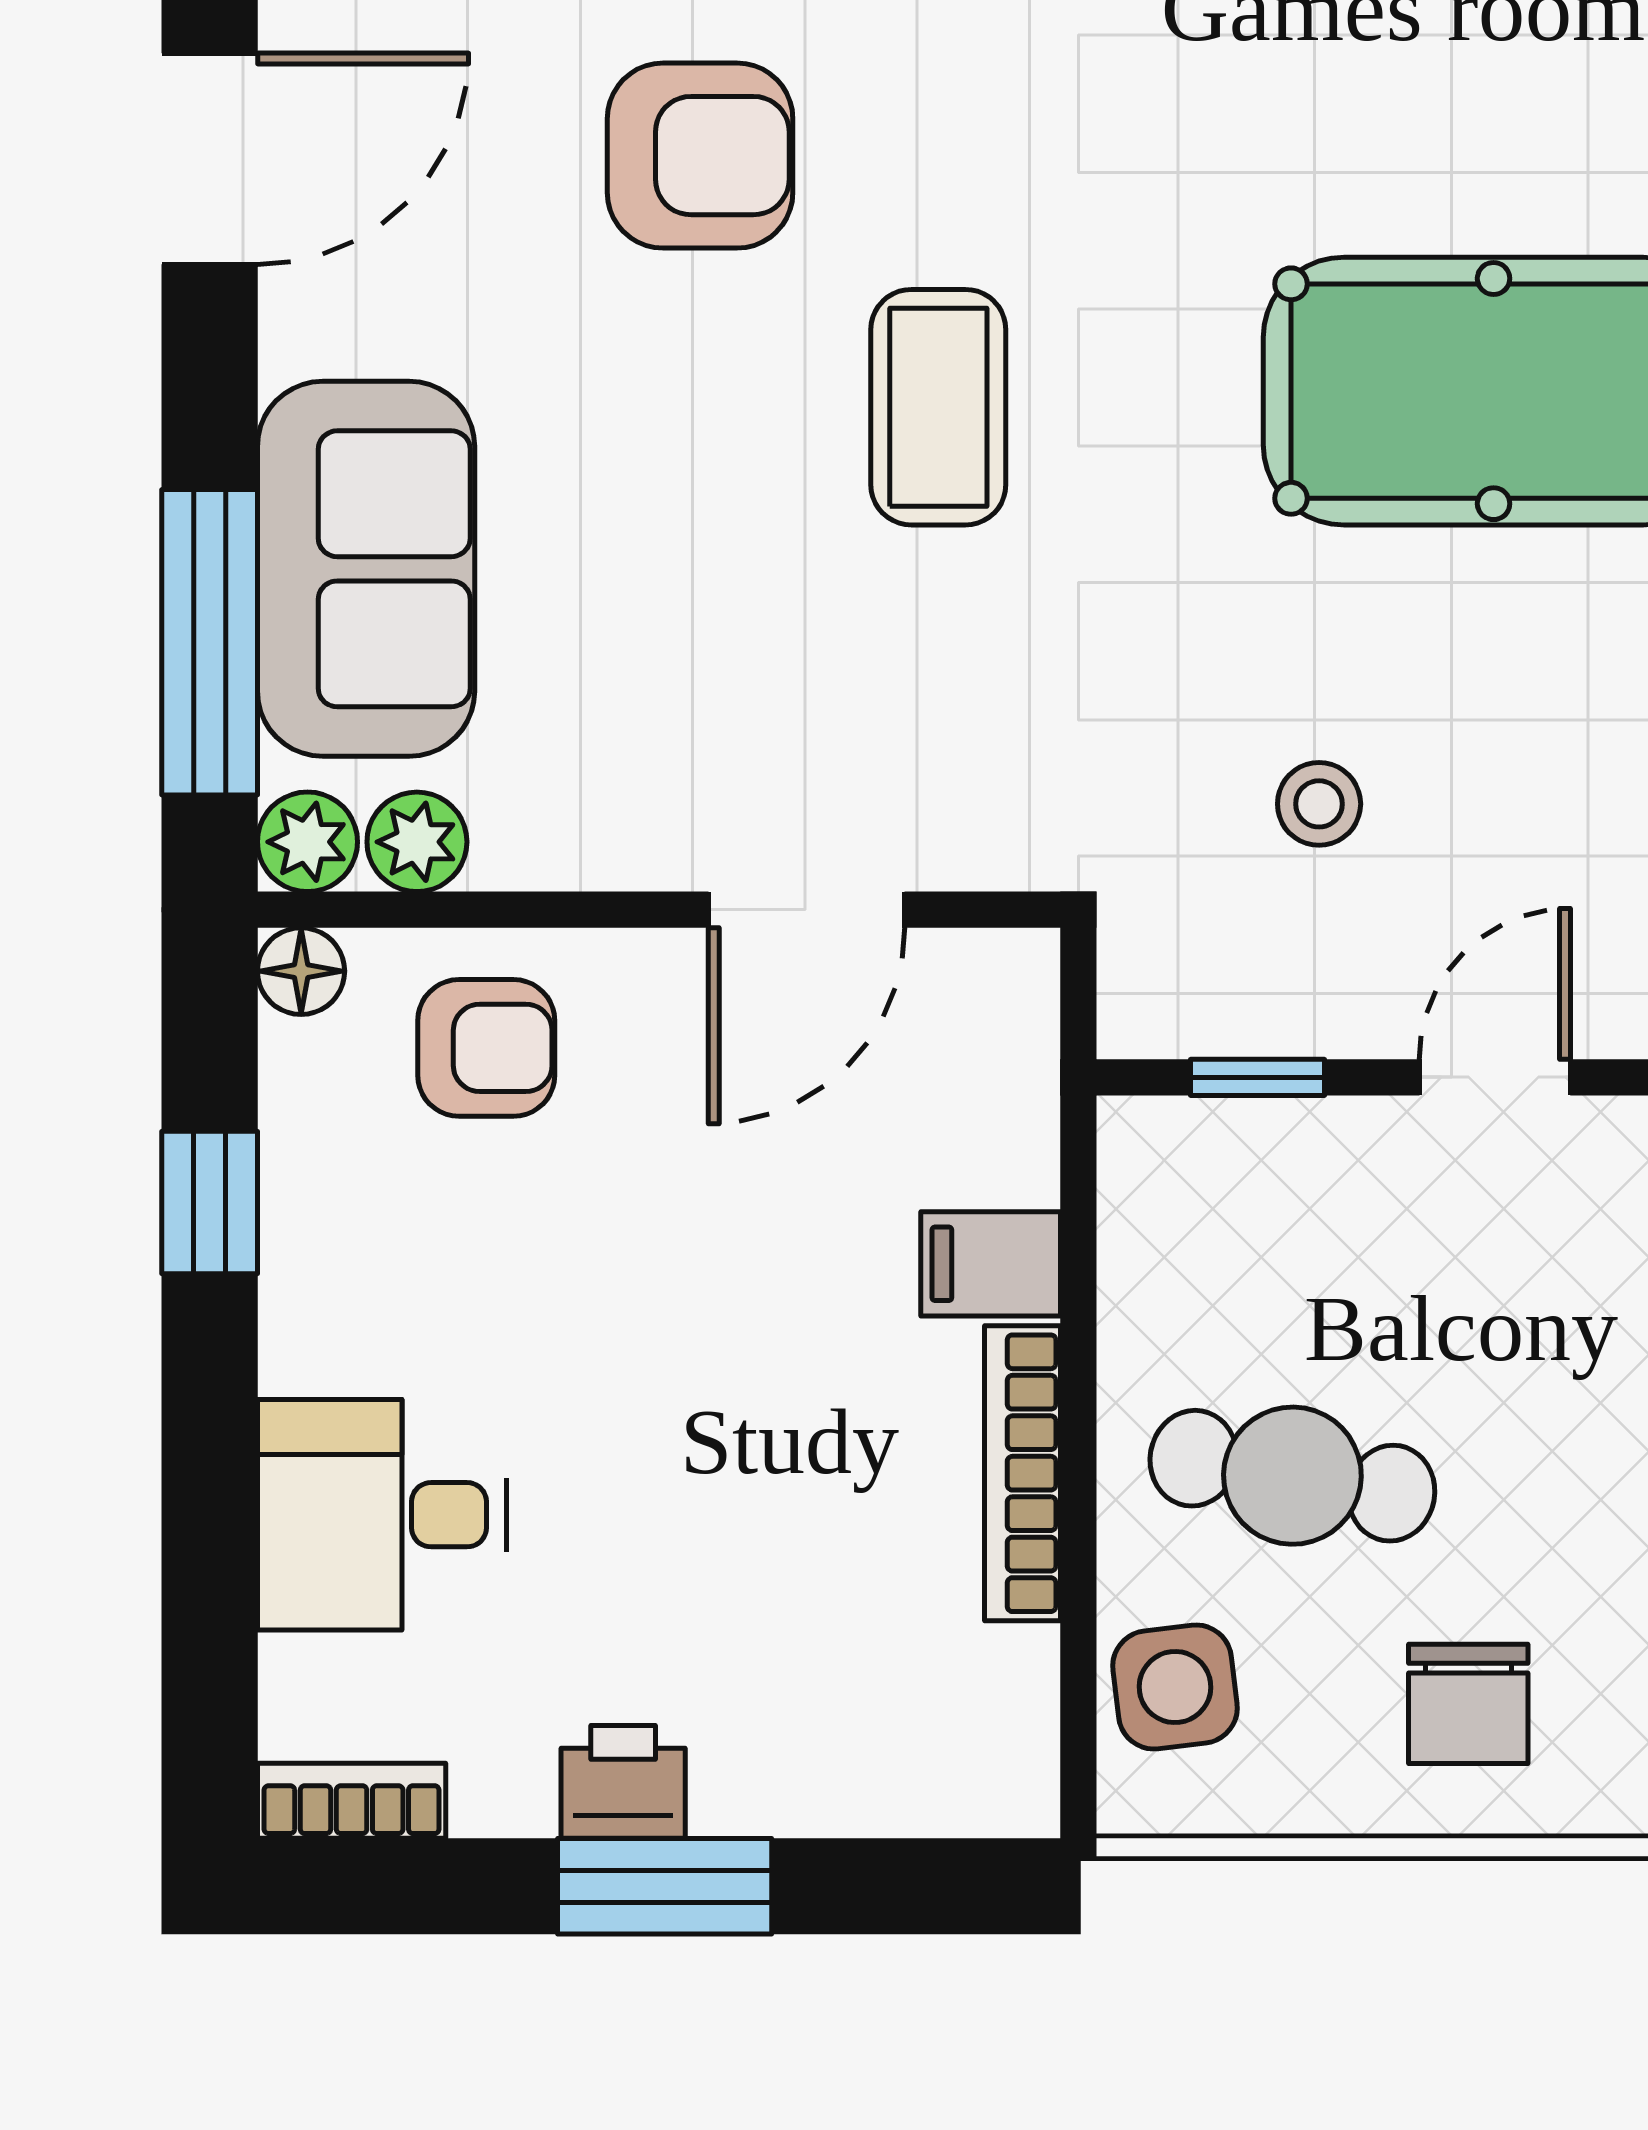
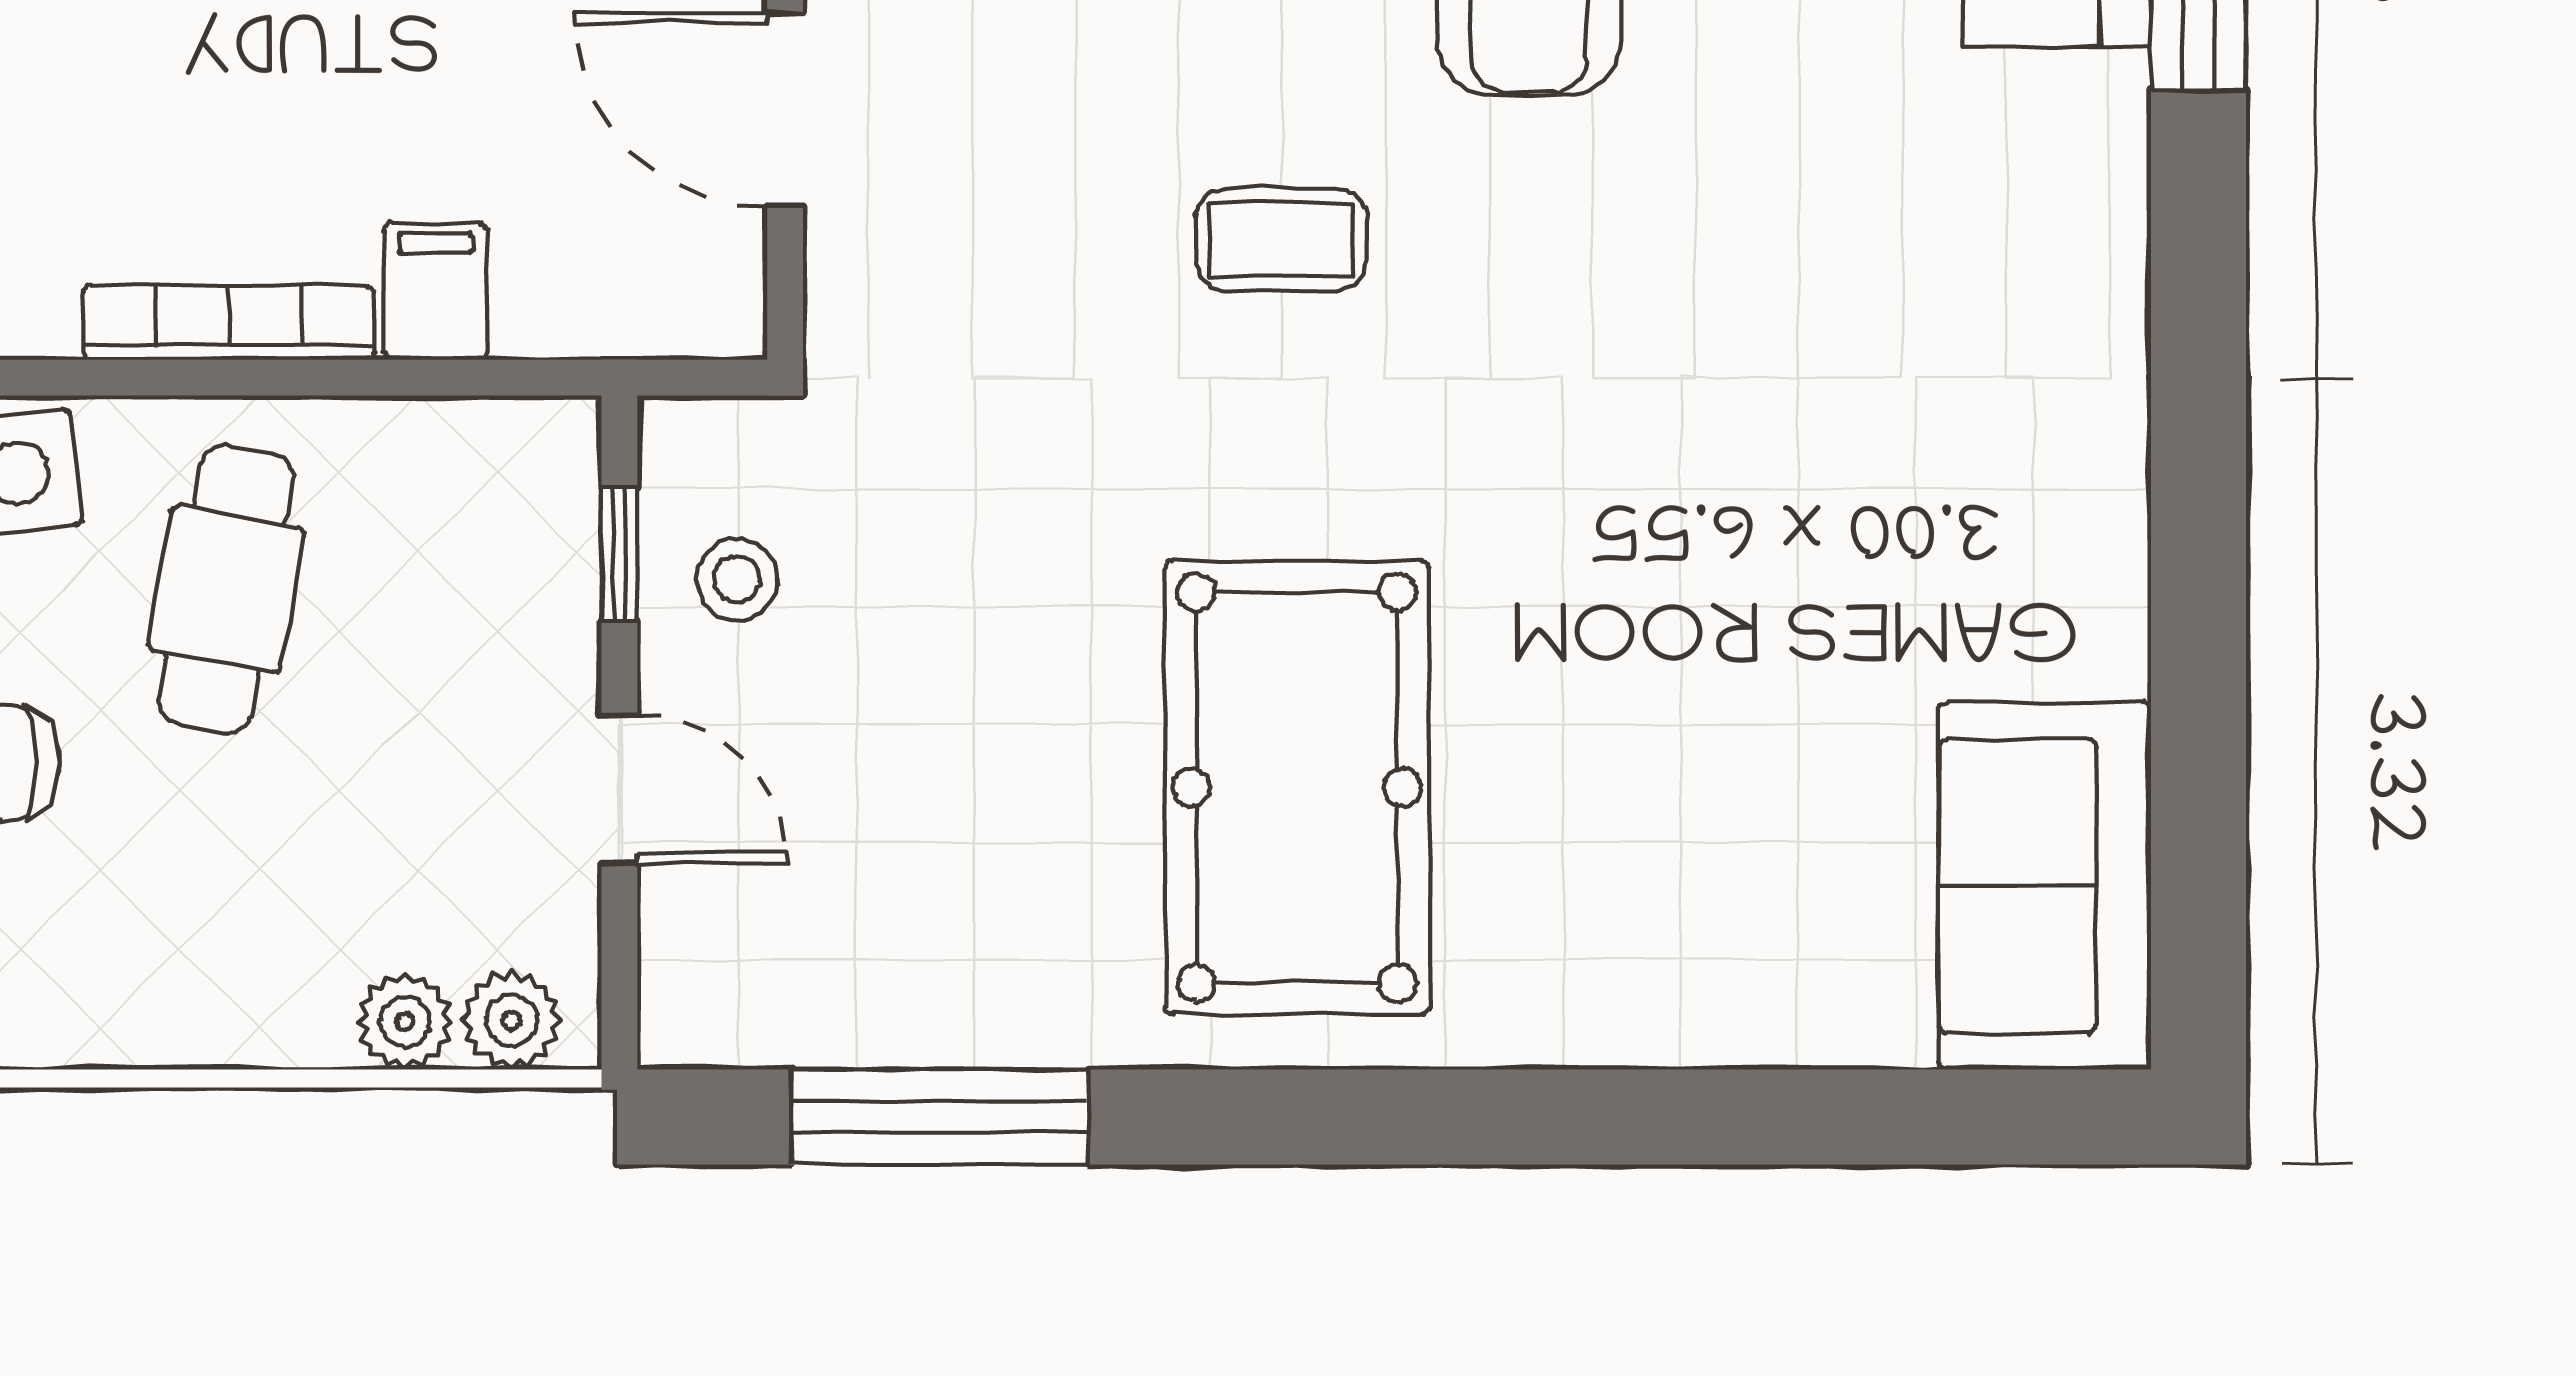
coffee table: (938, 407) -> (1281, 240), width x0.73, depth x0.77
stool: (1319, 804) -> (737, 579), moved

